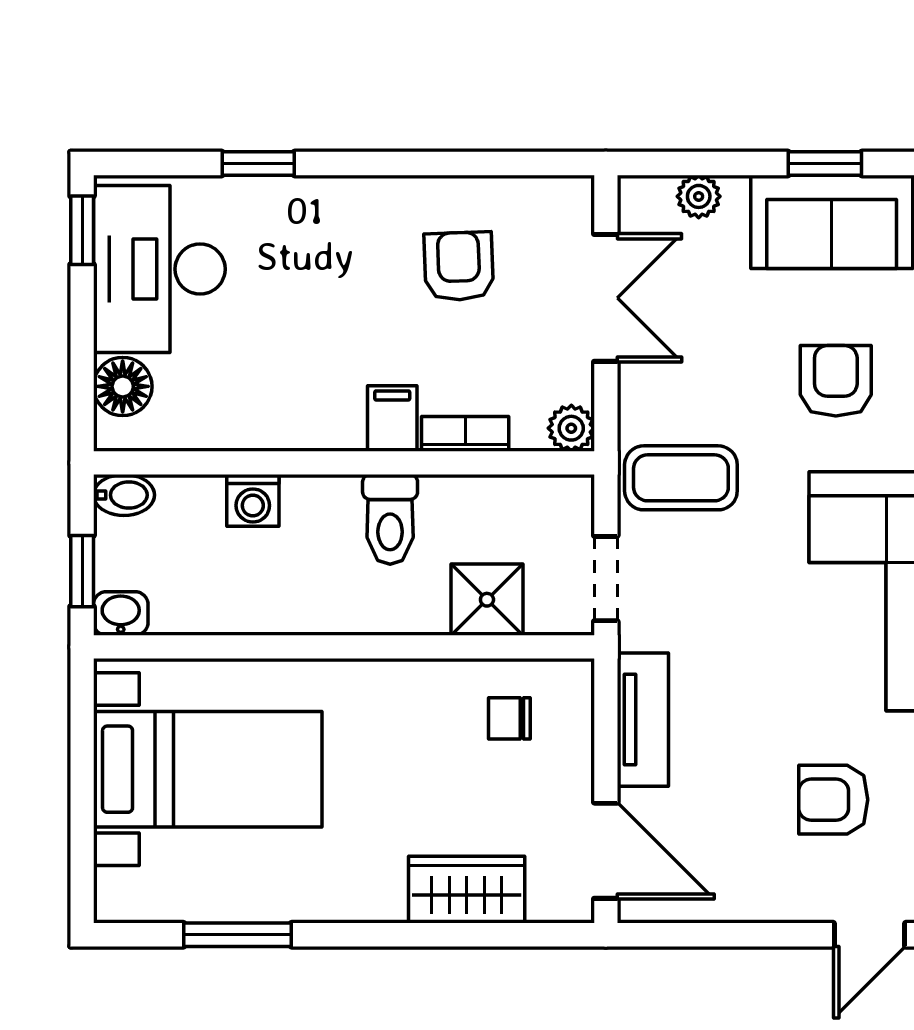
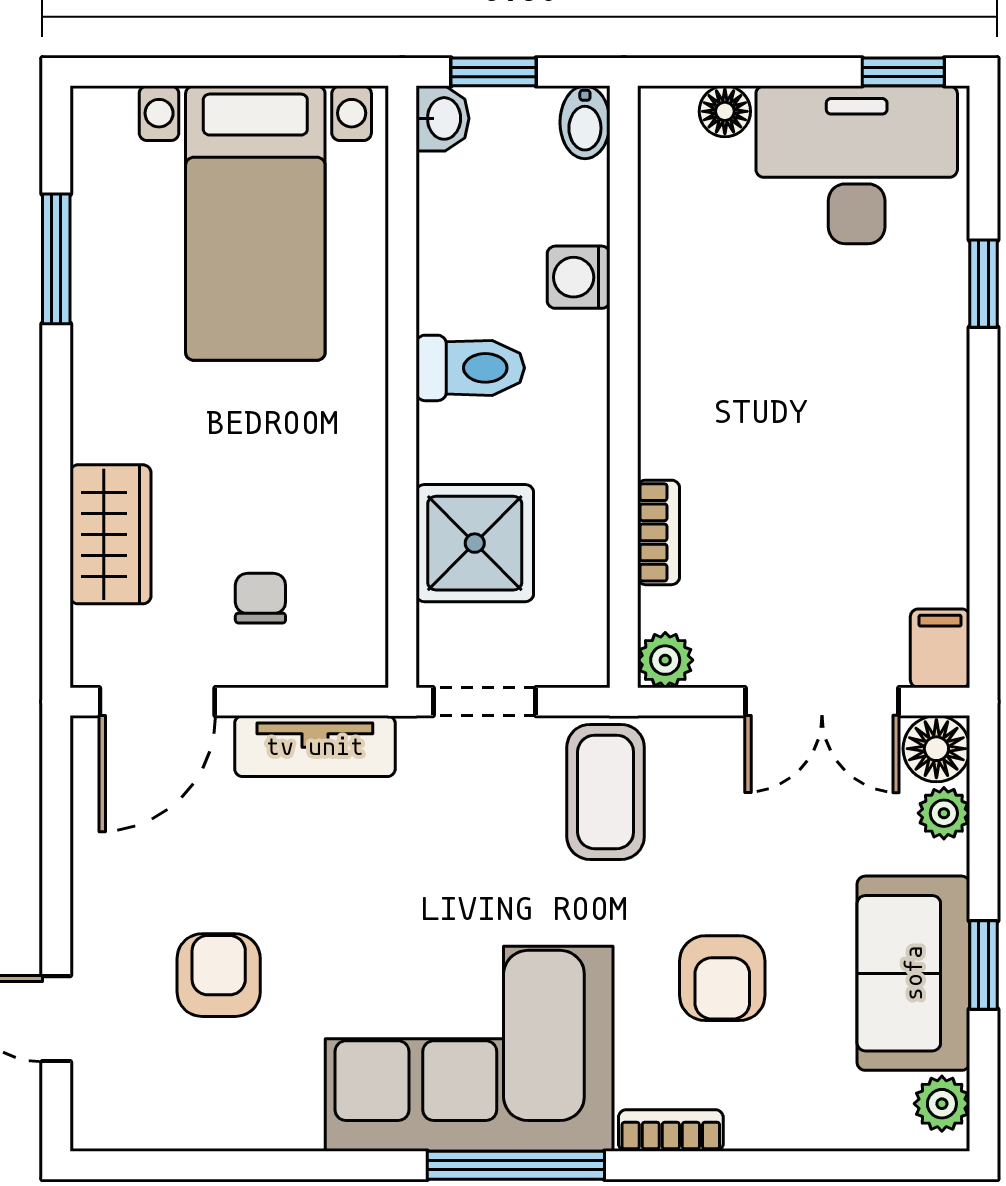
floor lamp: (645, 203) -> (936, 749), added
armchair: (459, 266) -> (860, 525), removed
armchair: (836, 381) -> (722, 978), turned 90
floor lamp: (123, 386) -> (725, 111), width x0.73, depth x0.73
filing cabinet: (392, 418) -> (940, 648), moved, turned -90
toilet: (390, 519) -> (470, 368), moved, turned 180
shower: (487, 600) -> (475, 543), width x1.36, depth x1.36
chair: (509, 718) -> (260, 598), moved

